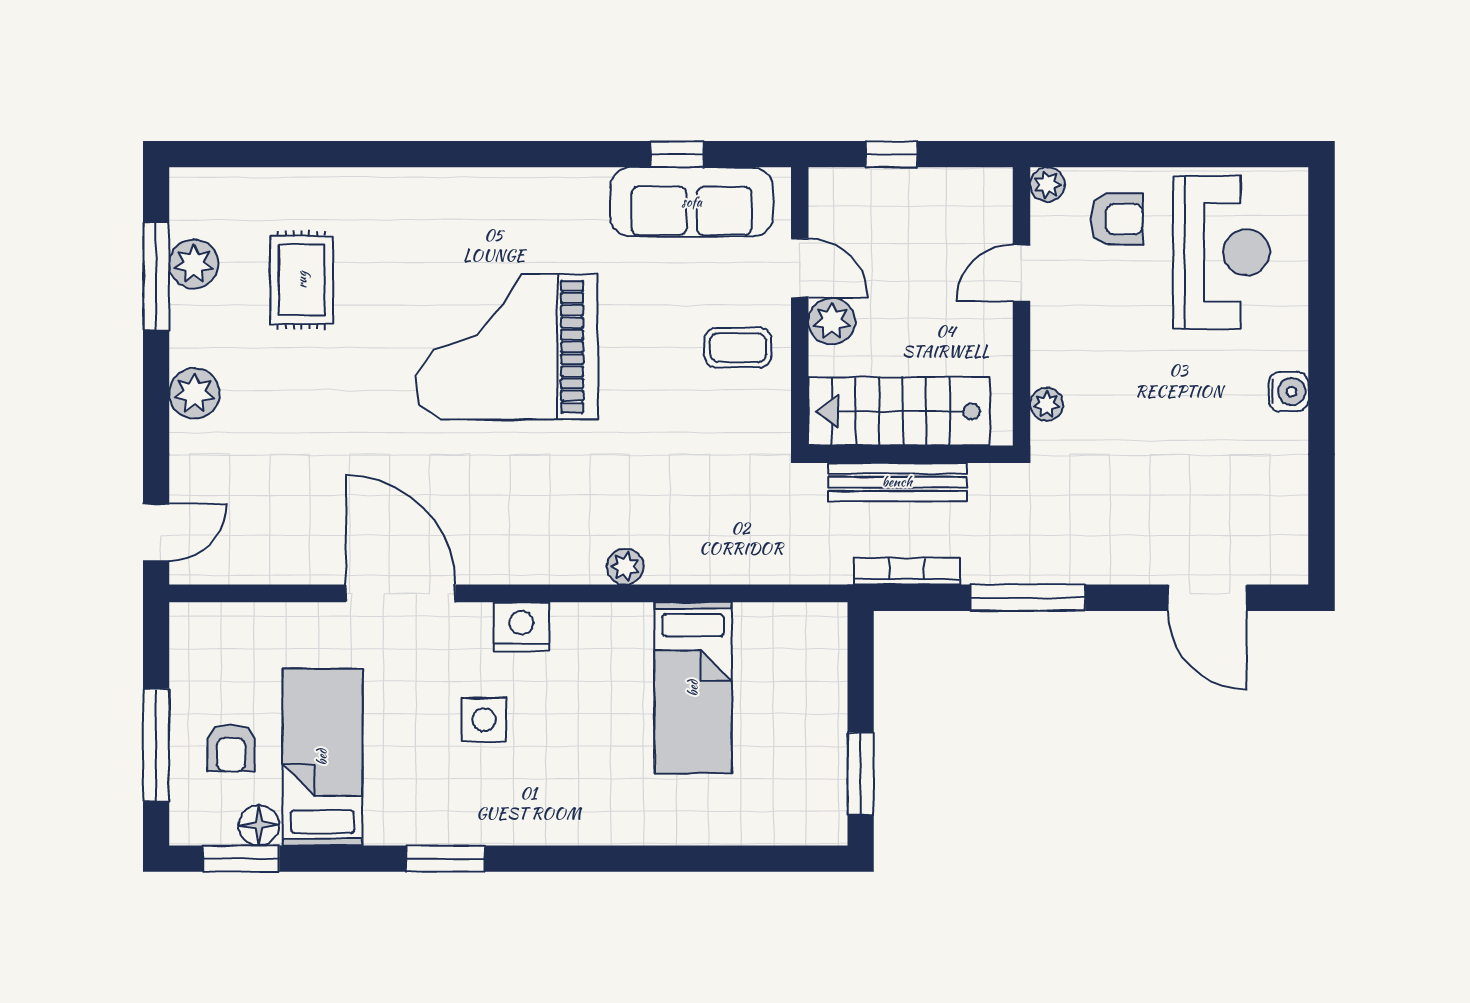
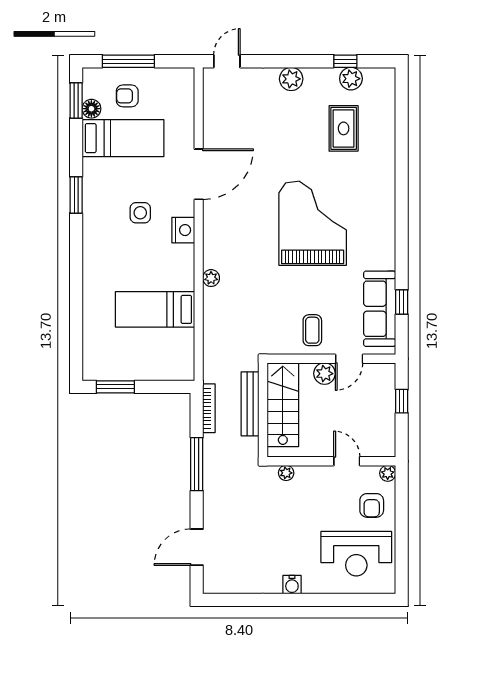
window: (156, 276) -> (345, 61), width x0.46
rug: (302, 280) -> (344, 128), turned 90
door: (156, 533) -> (227, 61), swing flipped

